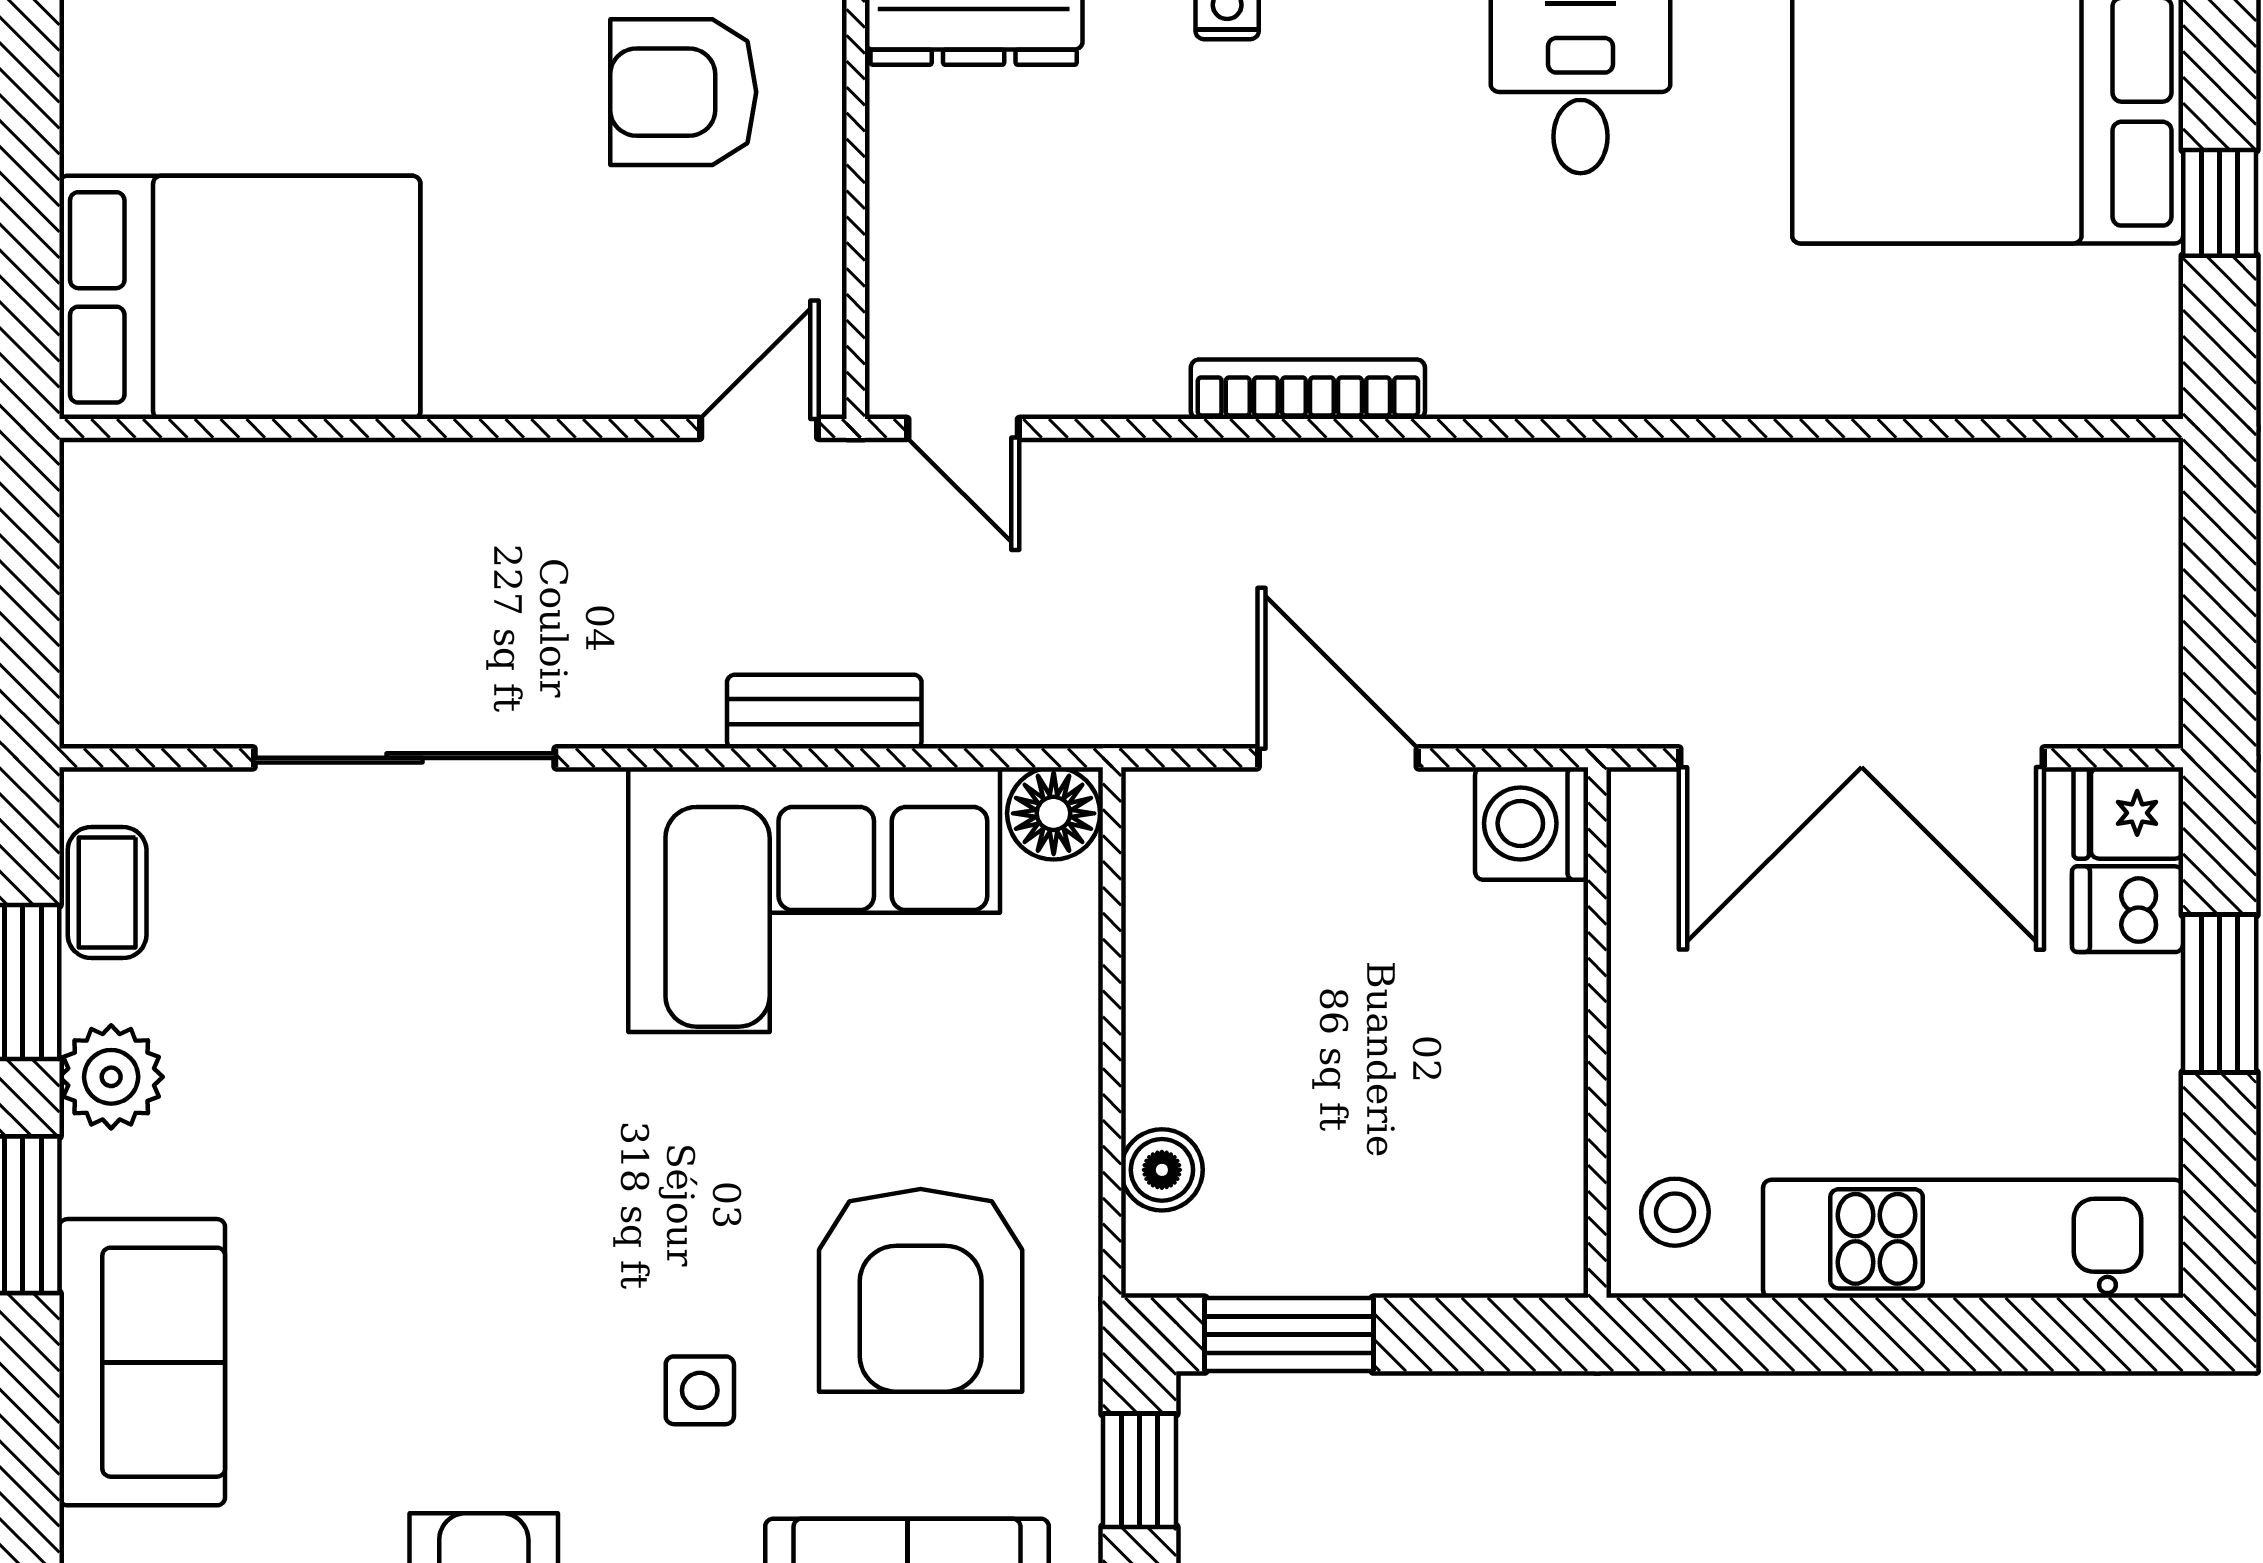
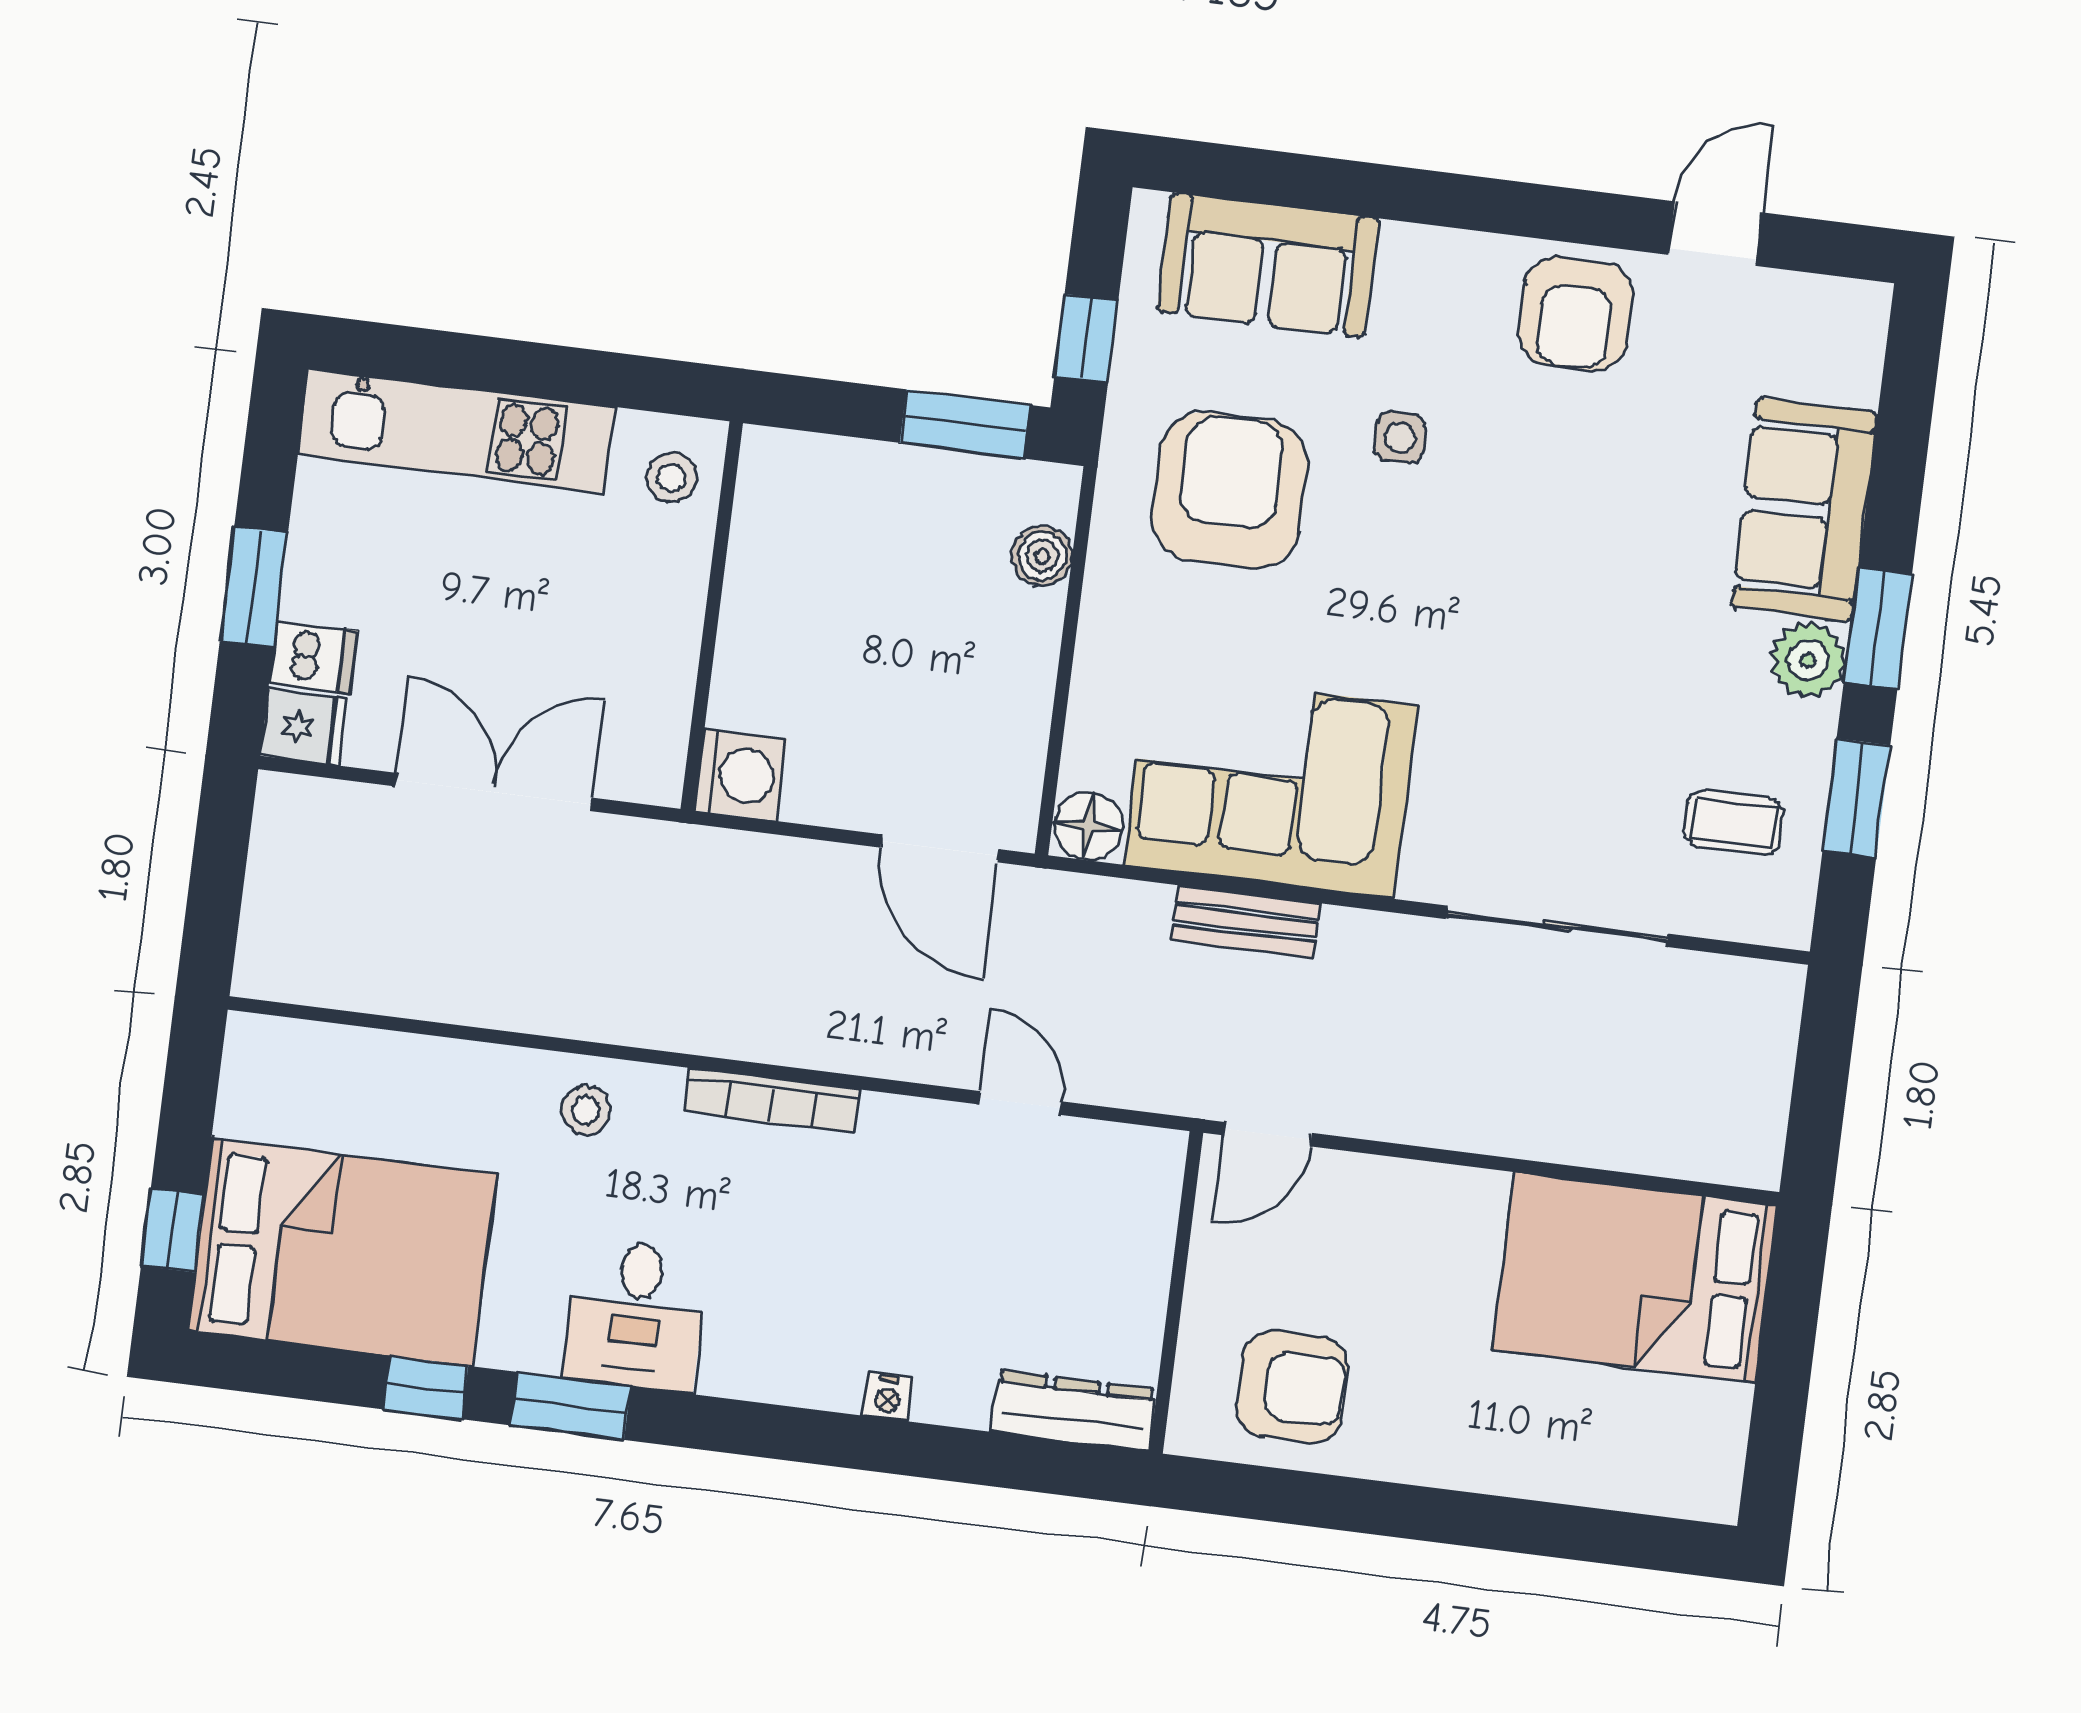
window: (2220, 203) -> (173, 1230), moved
stool: (1682, 345) -> (586, 1110), added
bookcase: (1308, 389) -> (772, 1101), moved
door: (963, 428) -> (1020, 1103), moved
door: (1338, 758) -> (940, 848), moved
double door: (1862, 758) -> (494, 792), width x0.73
coffee table: (107, 893) -> (1734, 823), moved, turned 90
plant: (111, 1077) -> (1808, 660), moved

